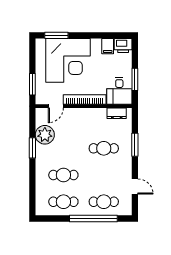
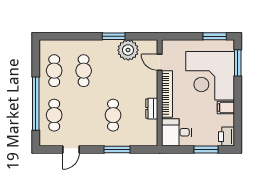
filing cabinet: (108, 46) -> (226, 108), moved
window: (135, 79) -> (206, 149), moved
window: (32, 84) -> (215, 36), moved
dresser: (117, 113) -> (152, 109), moved

